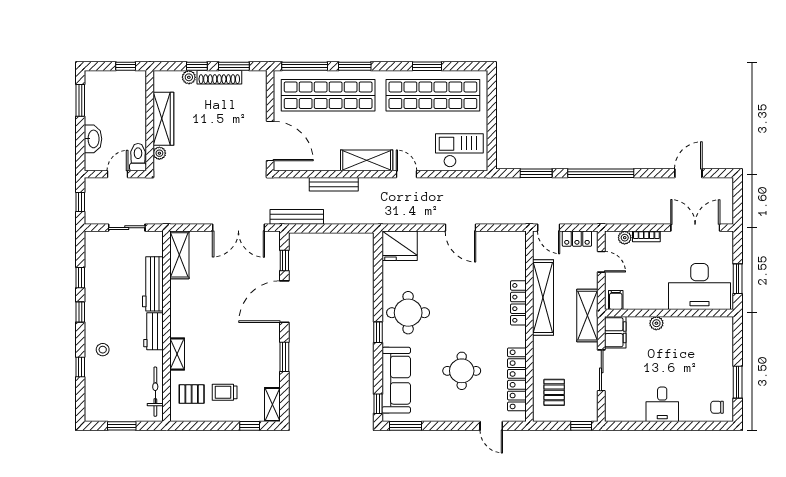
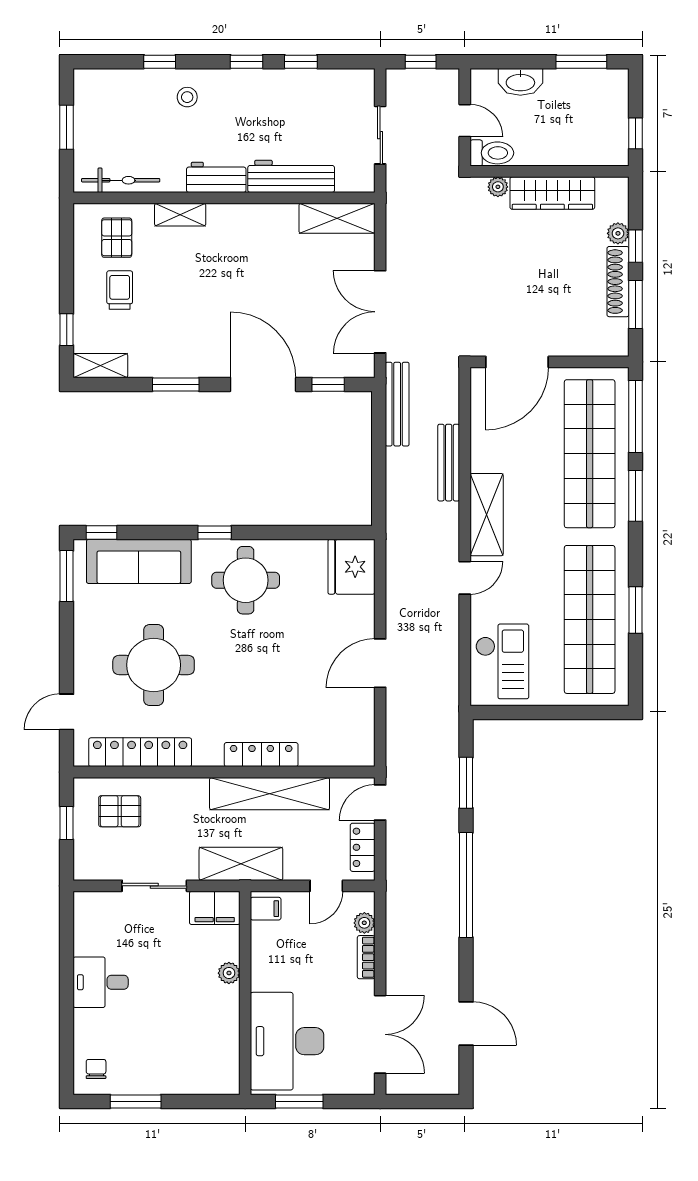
round table: (462, 371) -> (154, 665), width x1.36, depth x1.36
window: (581, 426) -> (67, 823), moved

